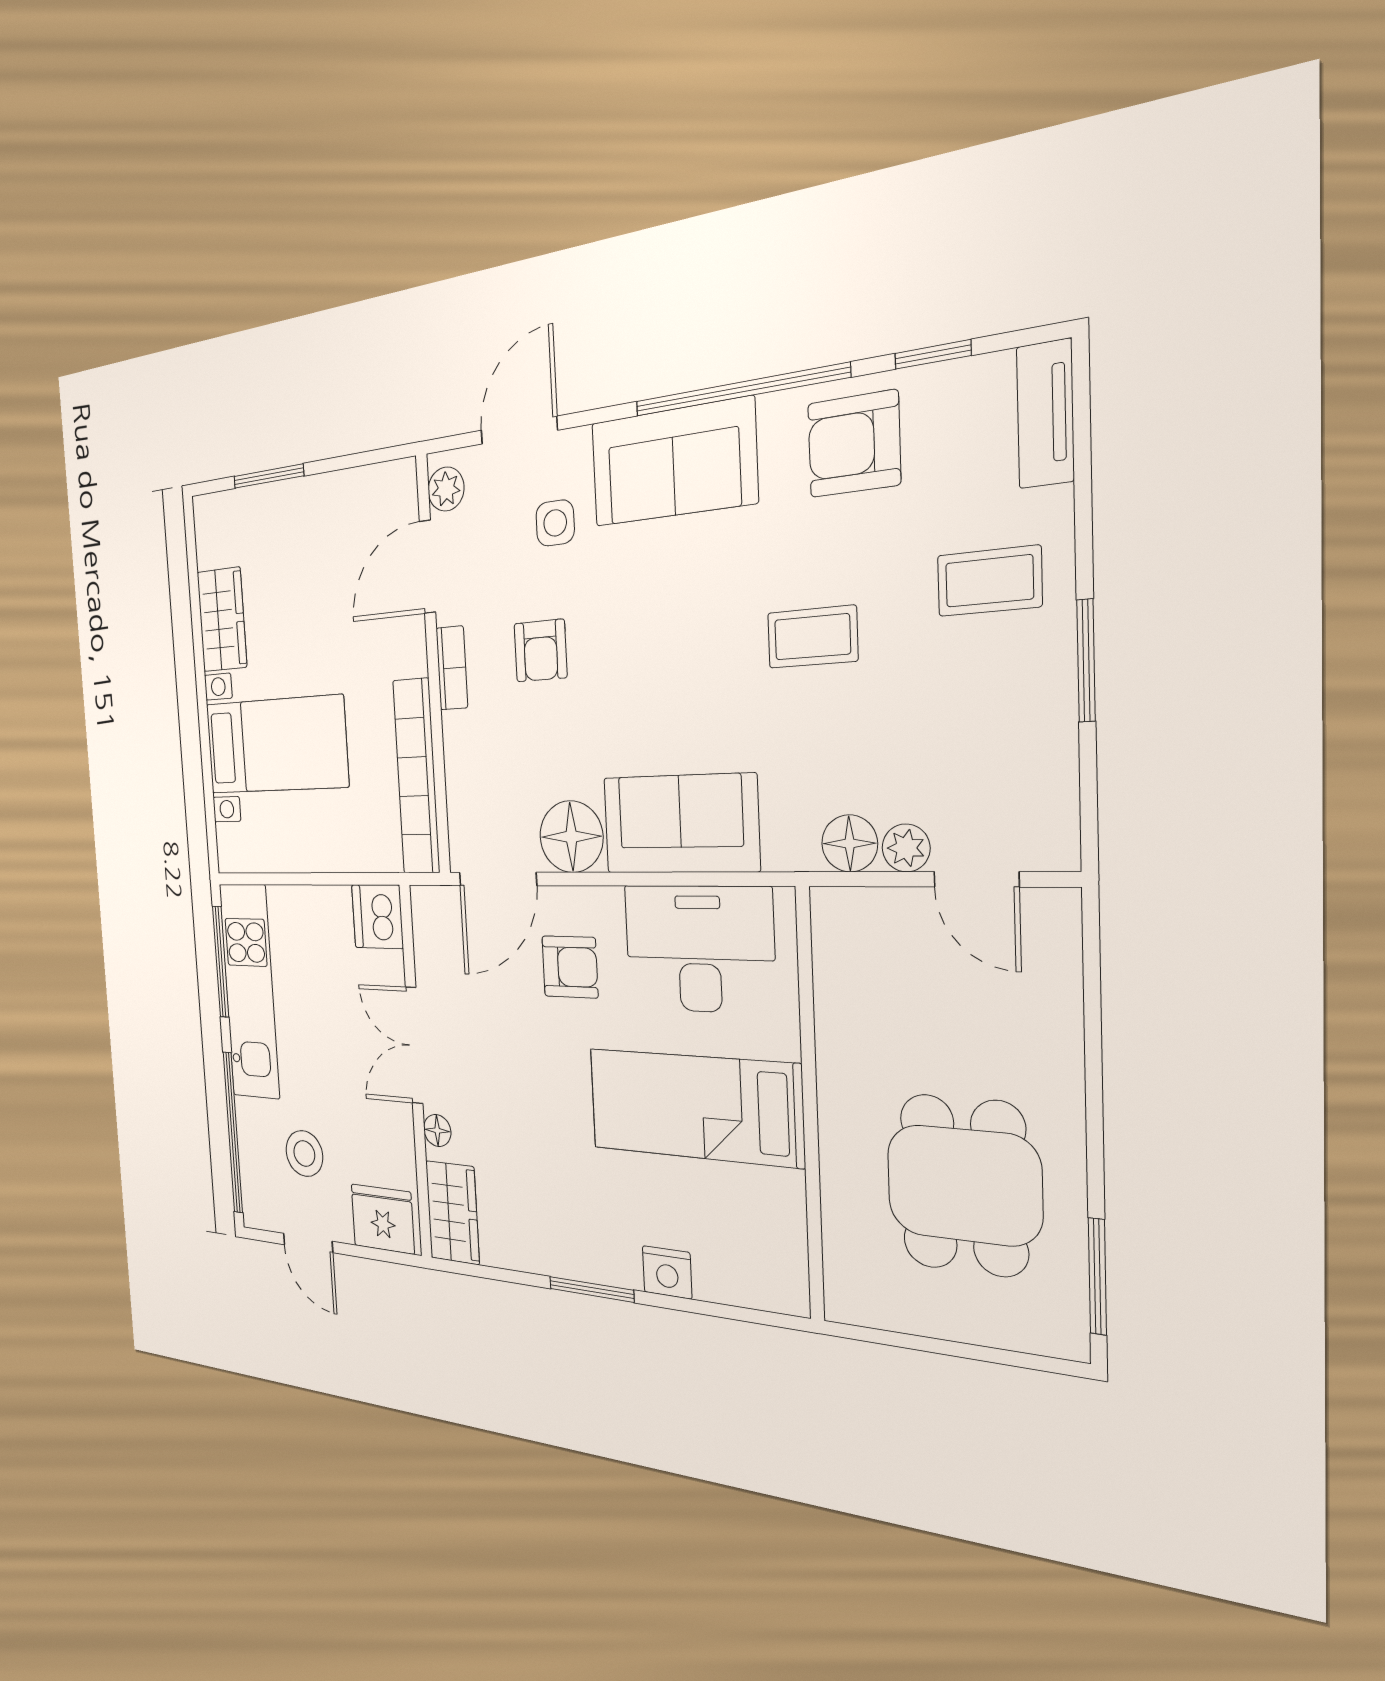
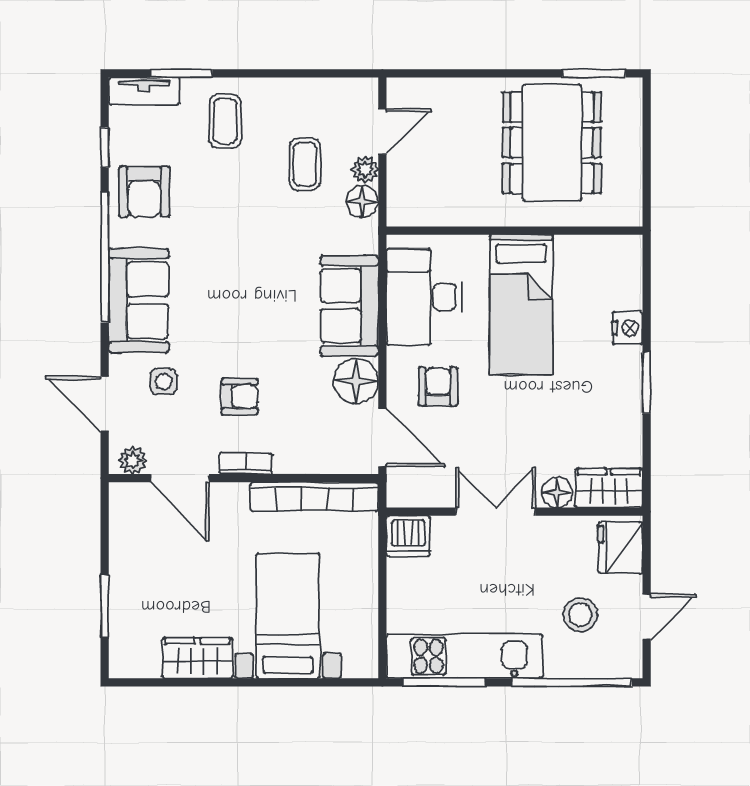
coffee table: (812, 637) -> (305, 164), moved
window: (1086, 661) -> (181, 73), moved
double door: (414, 1045) -> (496, 512), swing flipped
floor lamp: (437, 1131) -> (557, 492), width x1.37, depth x1.37
dining table: (964, 1185) -> (552, 143), width x1.37

